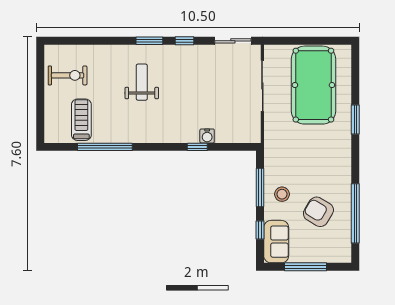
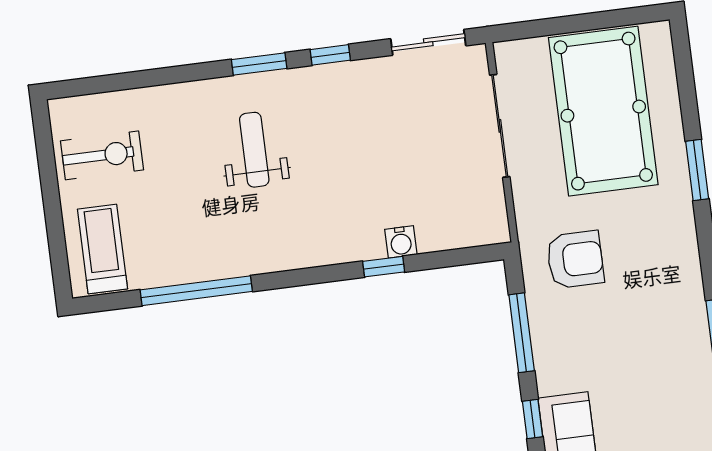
treadmill: (81, 120) -> (102, 249), moved
stool: (282, 194) -> (568, 340), removed
armchair: (318, 212) -> (575, 260), moved, turned 149

